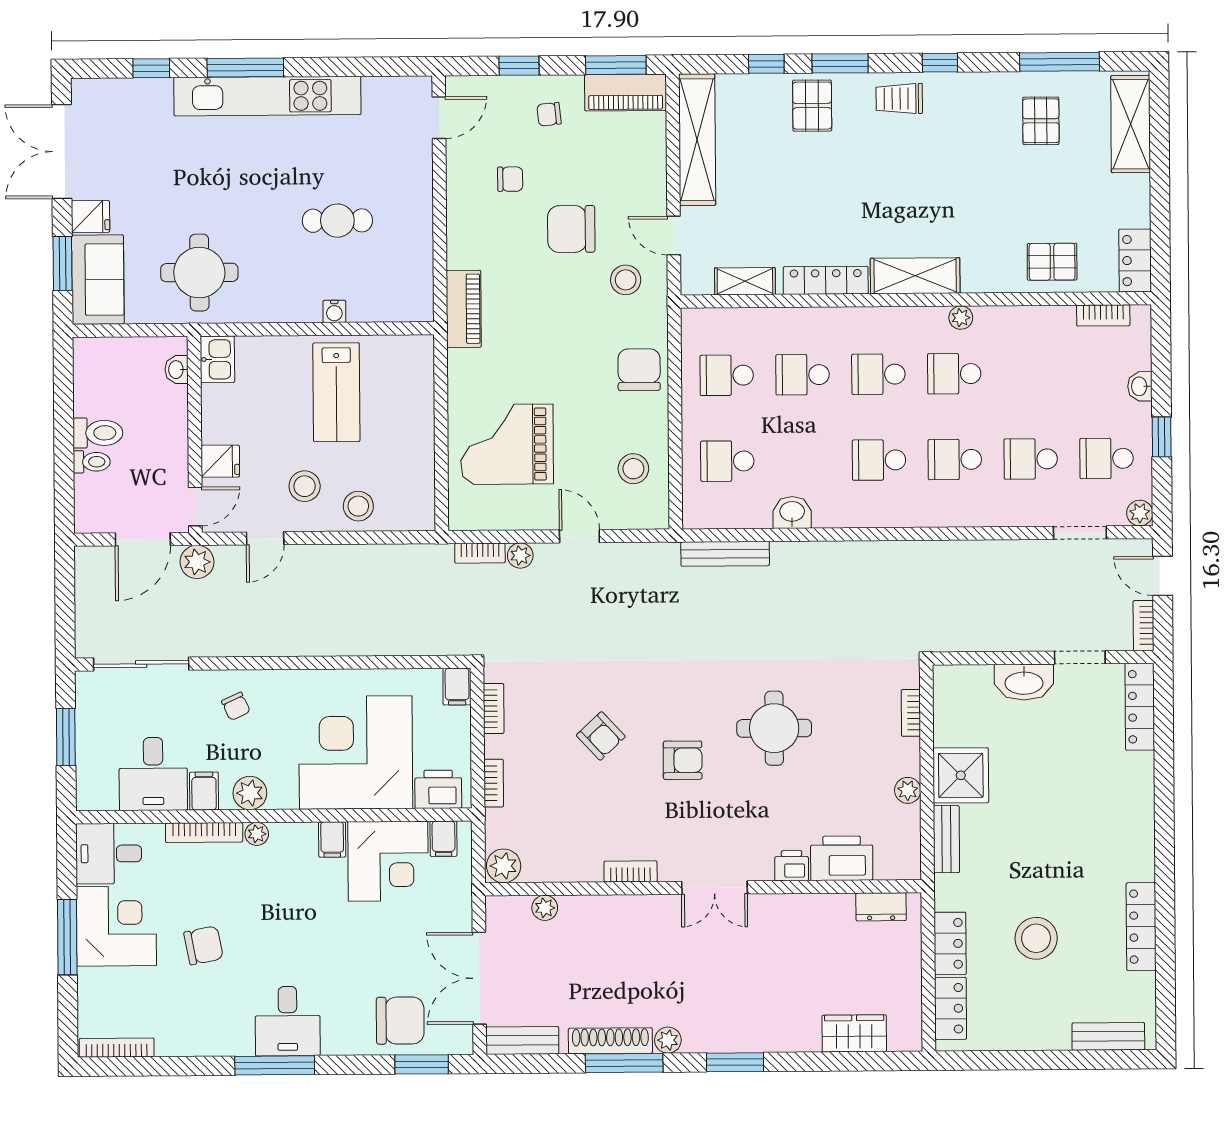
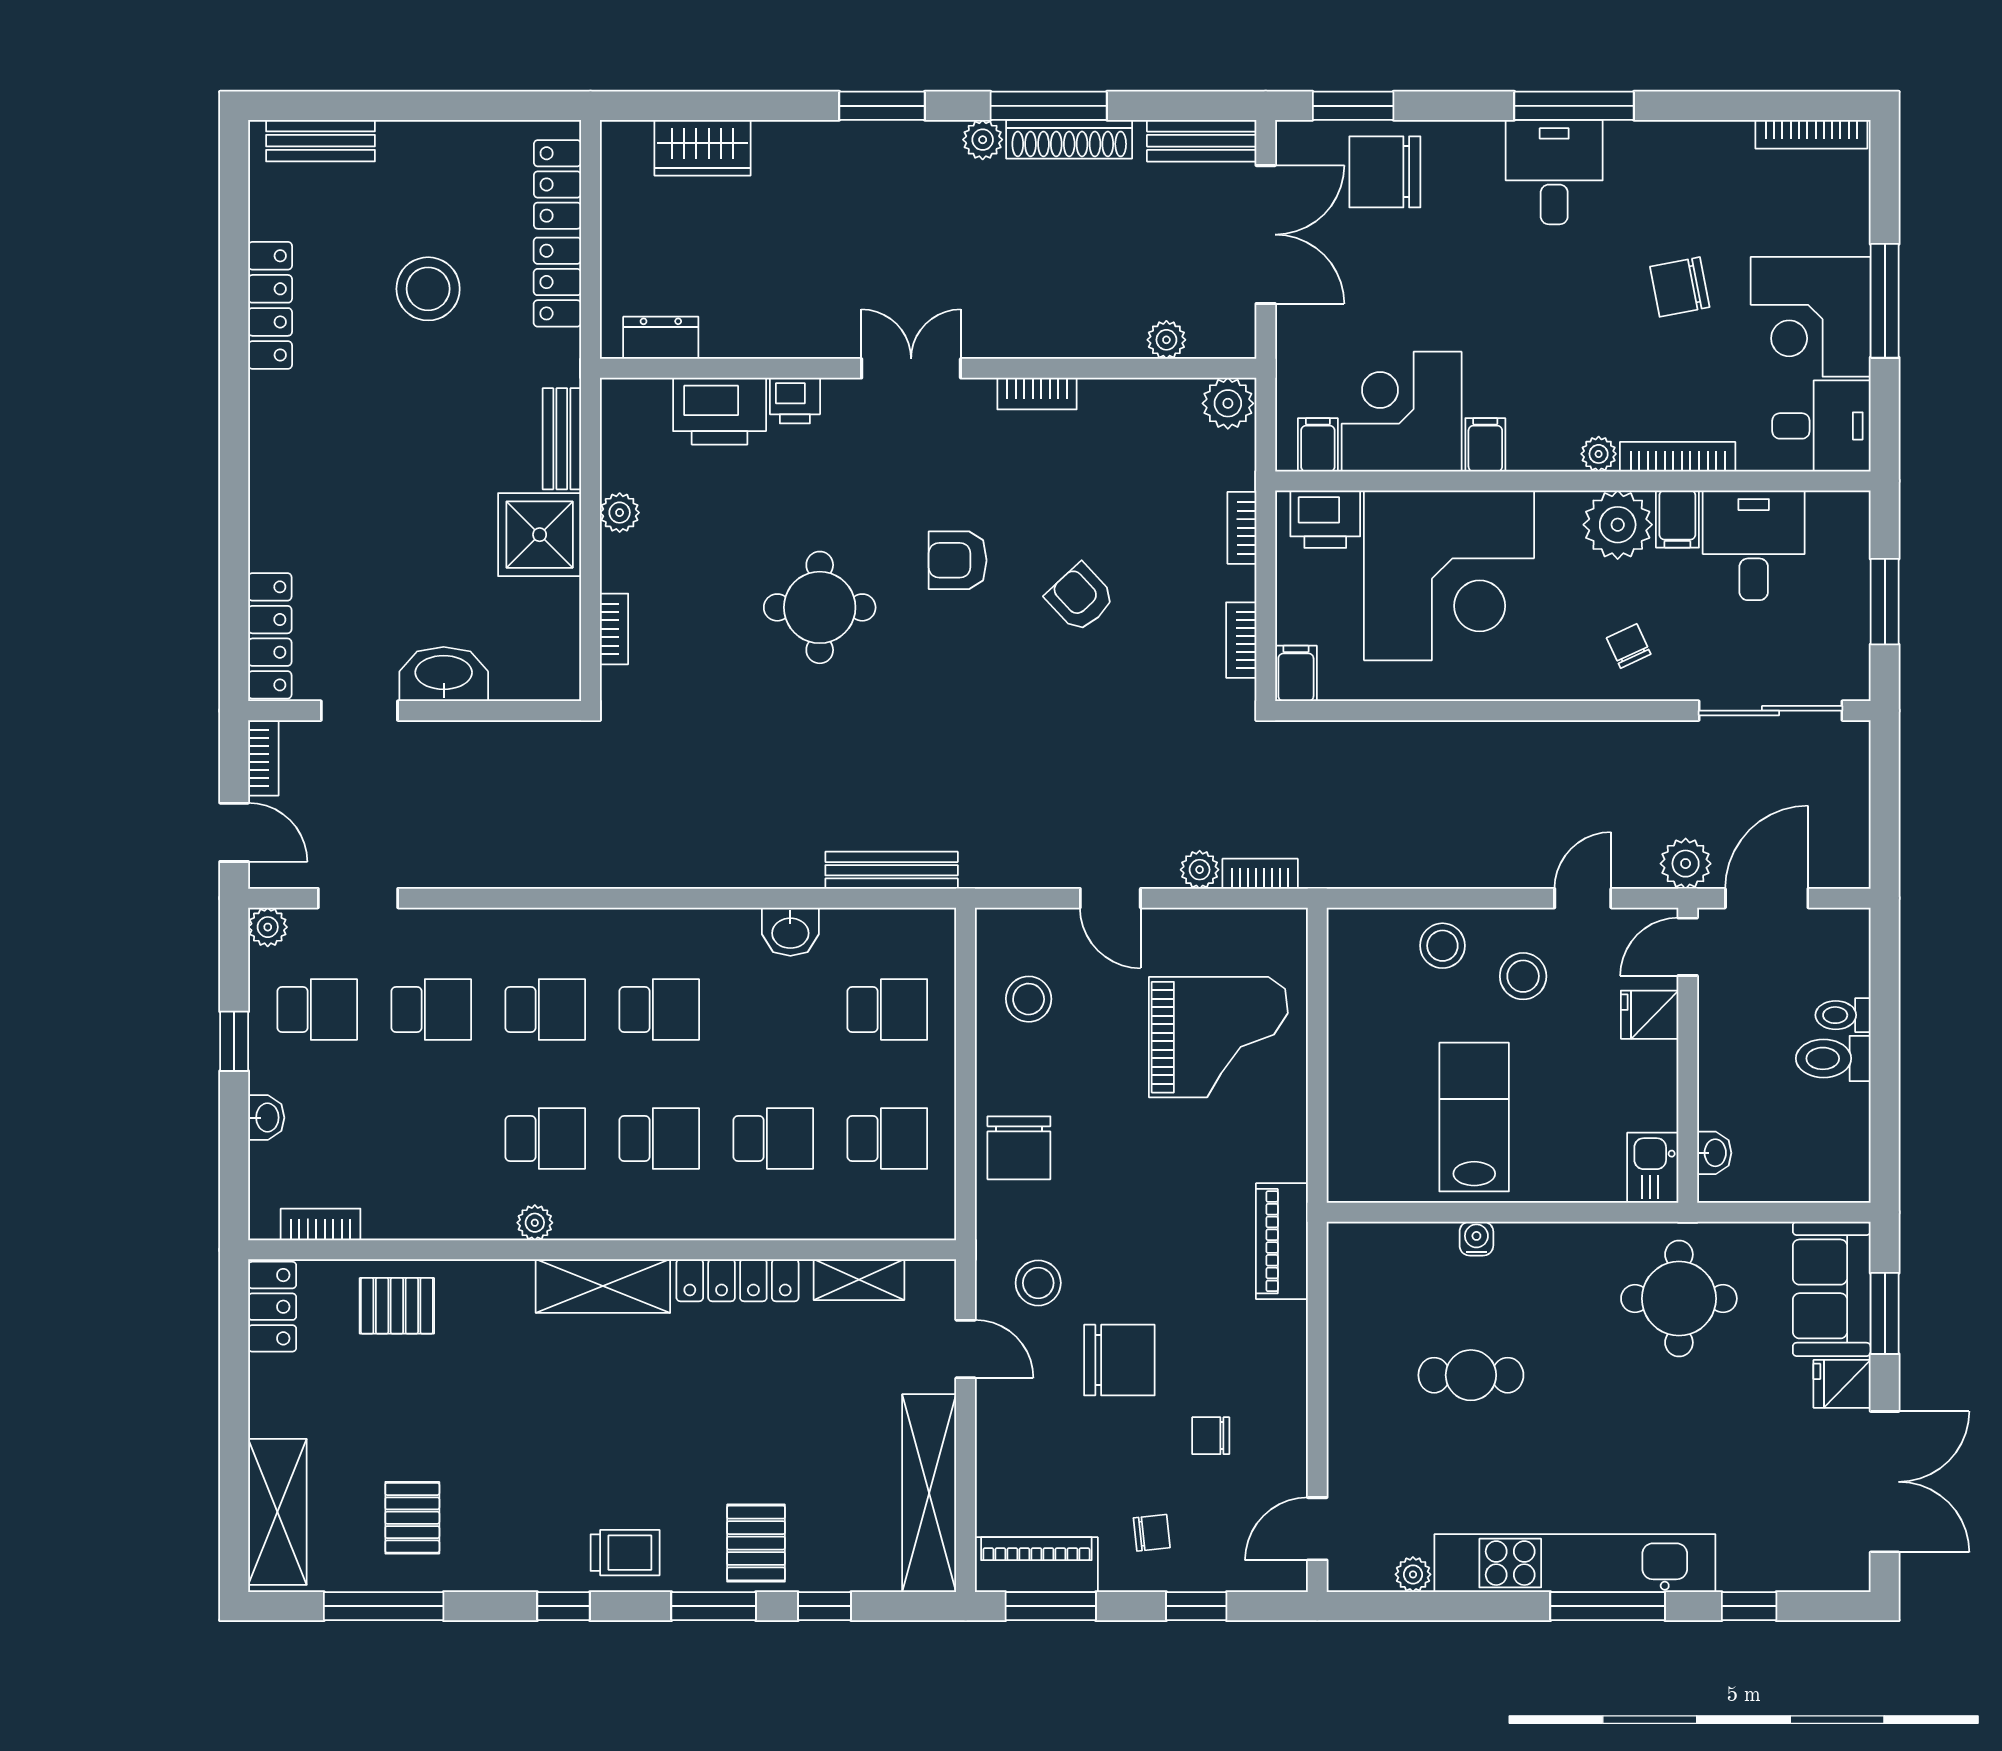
plant: (375, 88) -> (1413, 1574), added
plant: (250, 793) -> (1618, 525), width x1.36, depth x1.36

